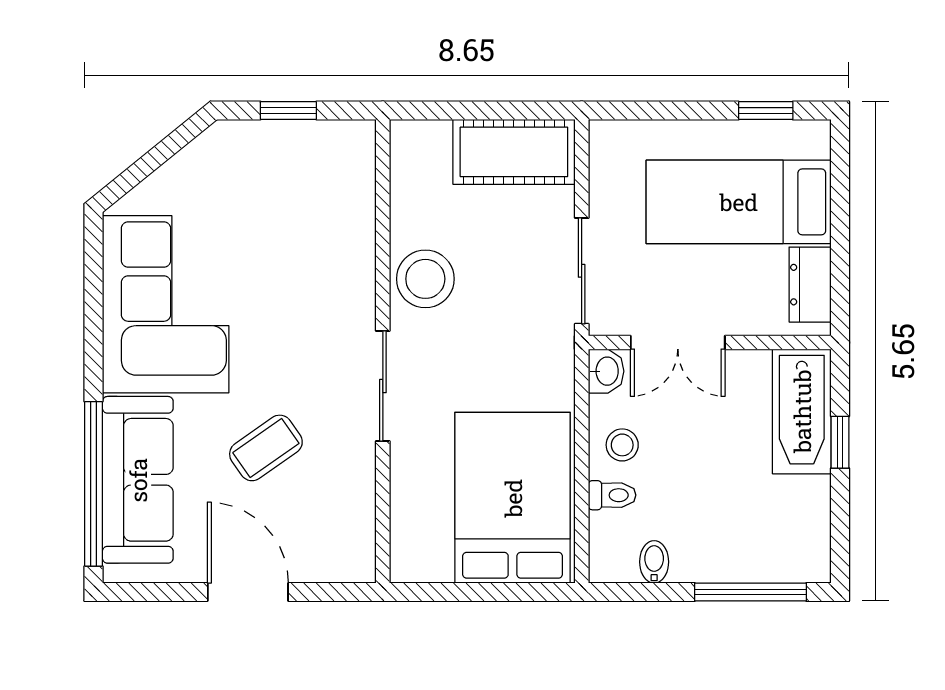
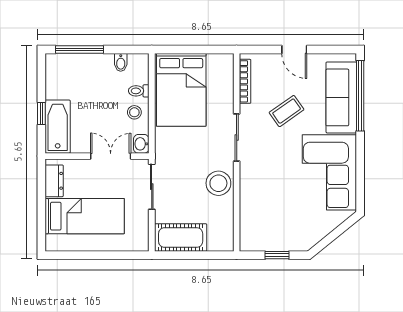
window: (766, 111) -> (73, 255), removed
bookcase: (363, 517) -> (245, 81), added
door: (248, 592) -> (294, 49), width x0.73

